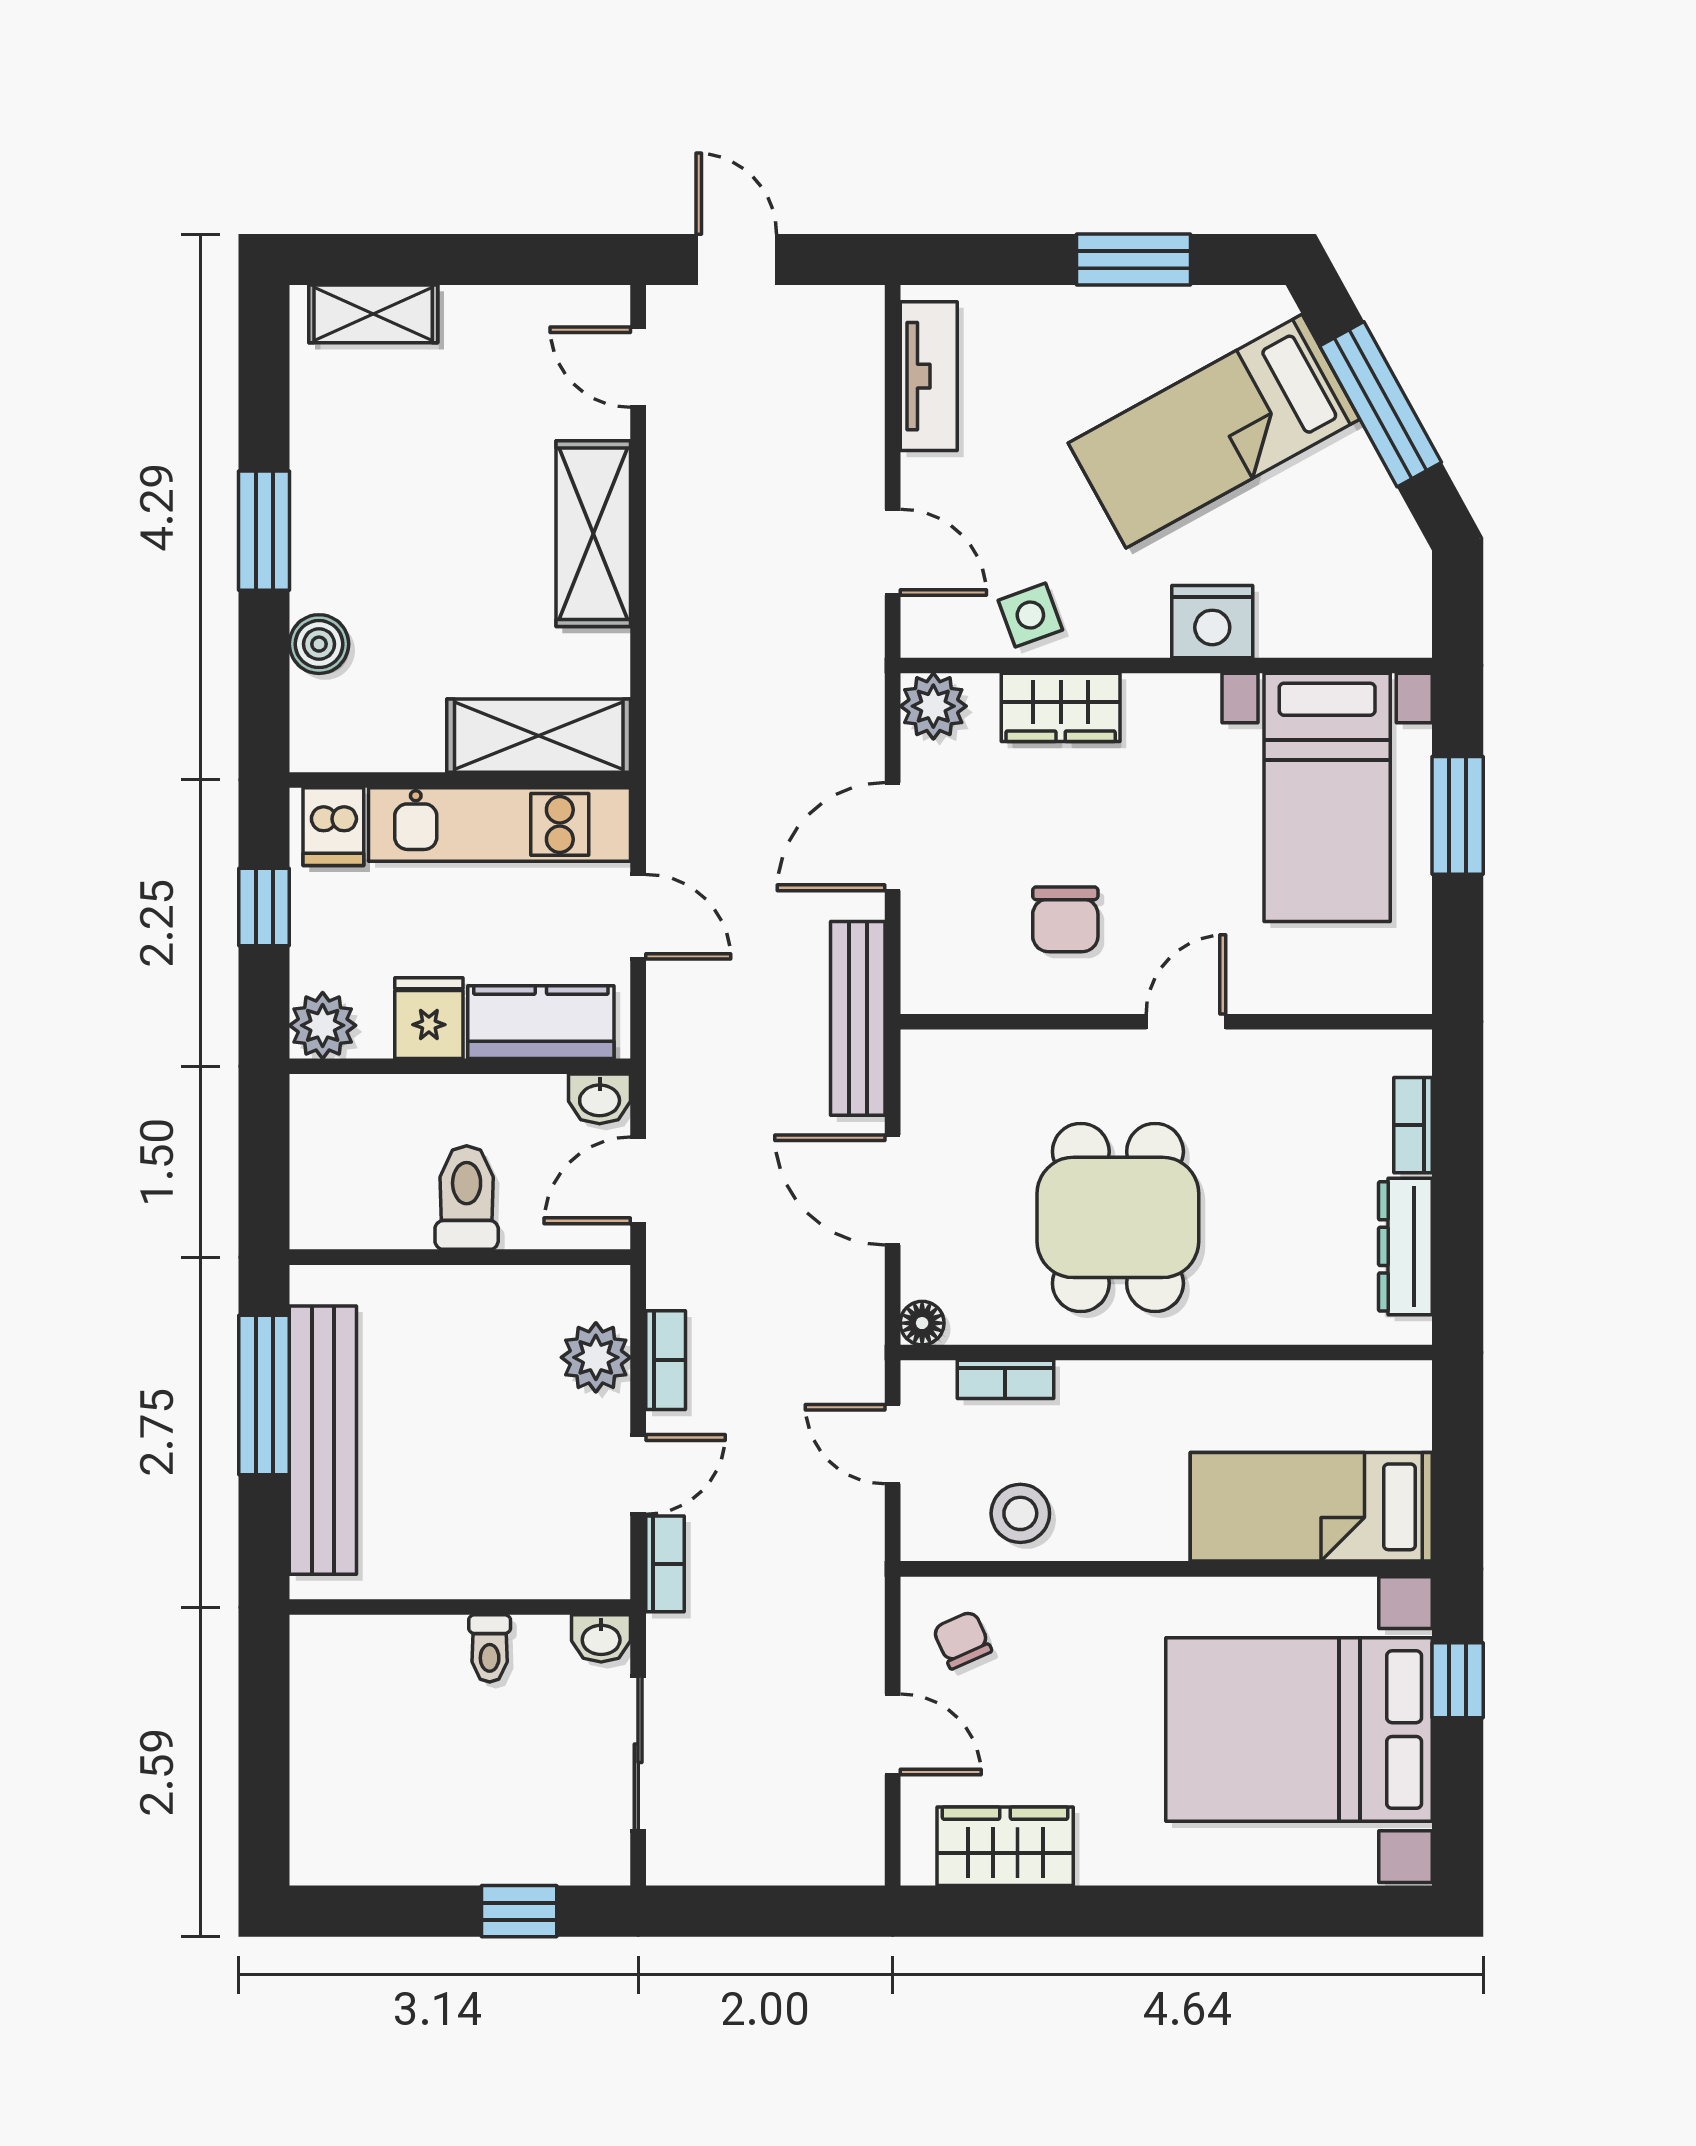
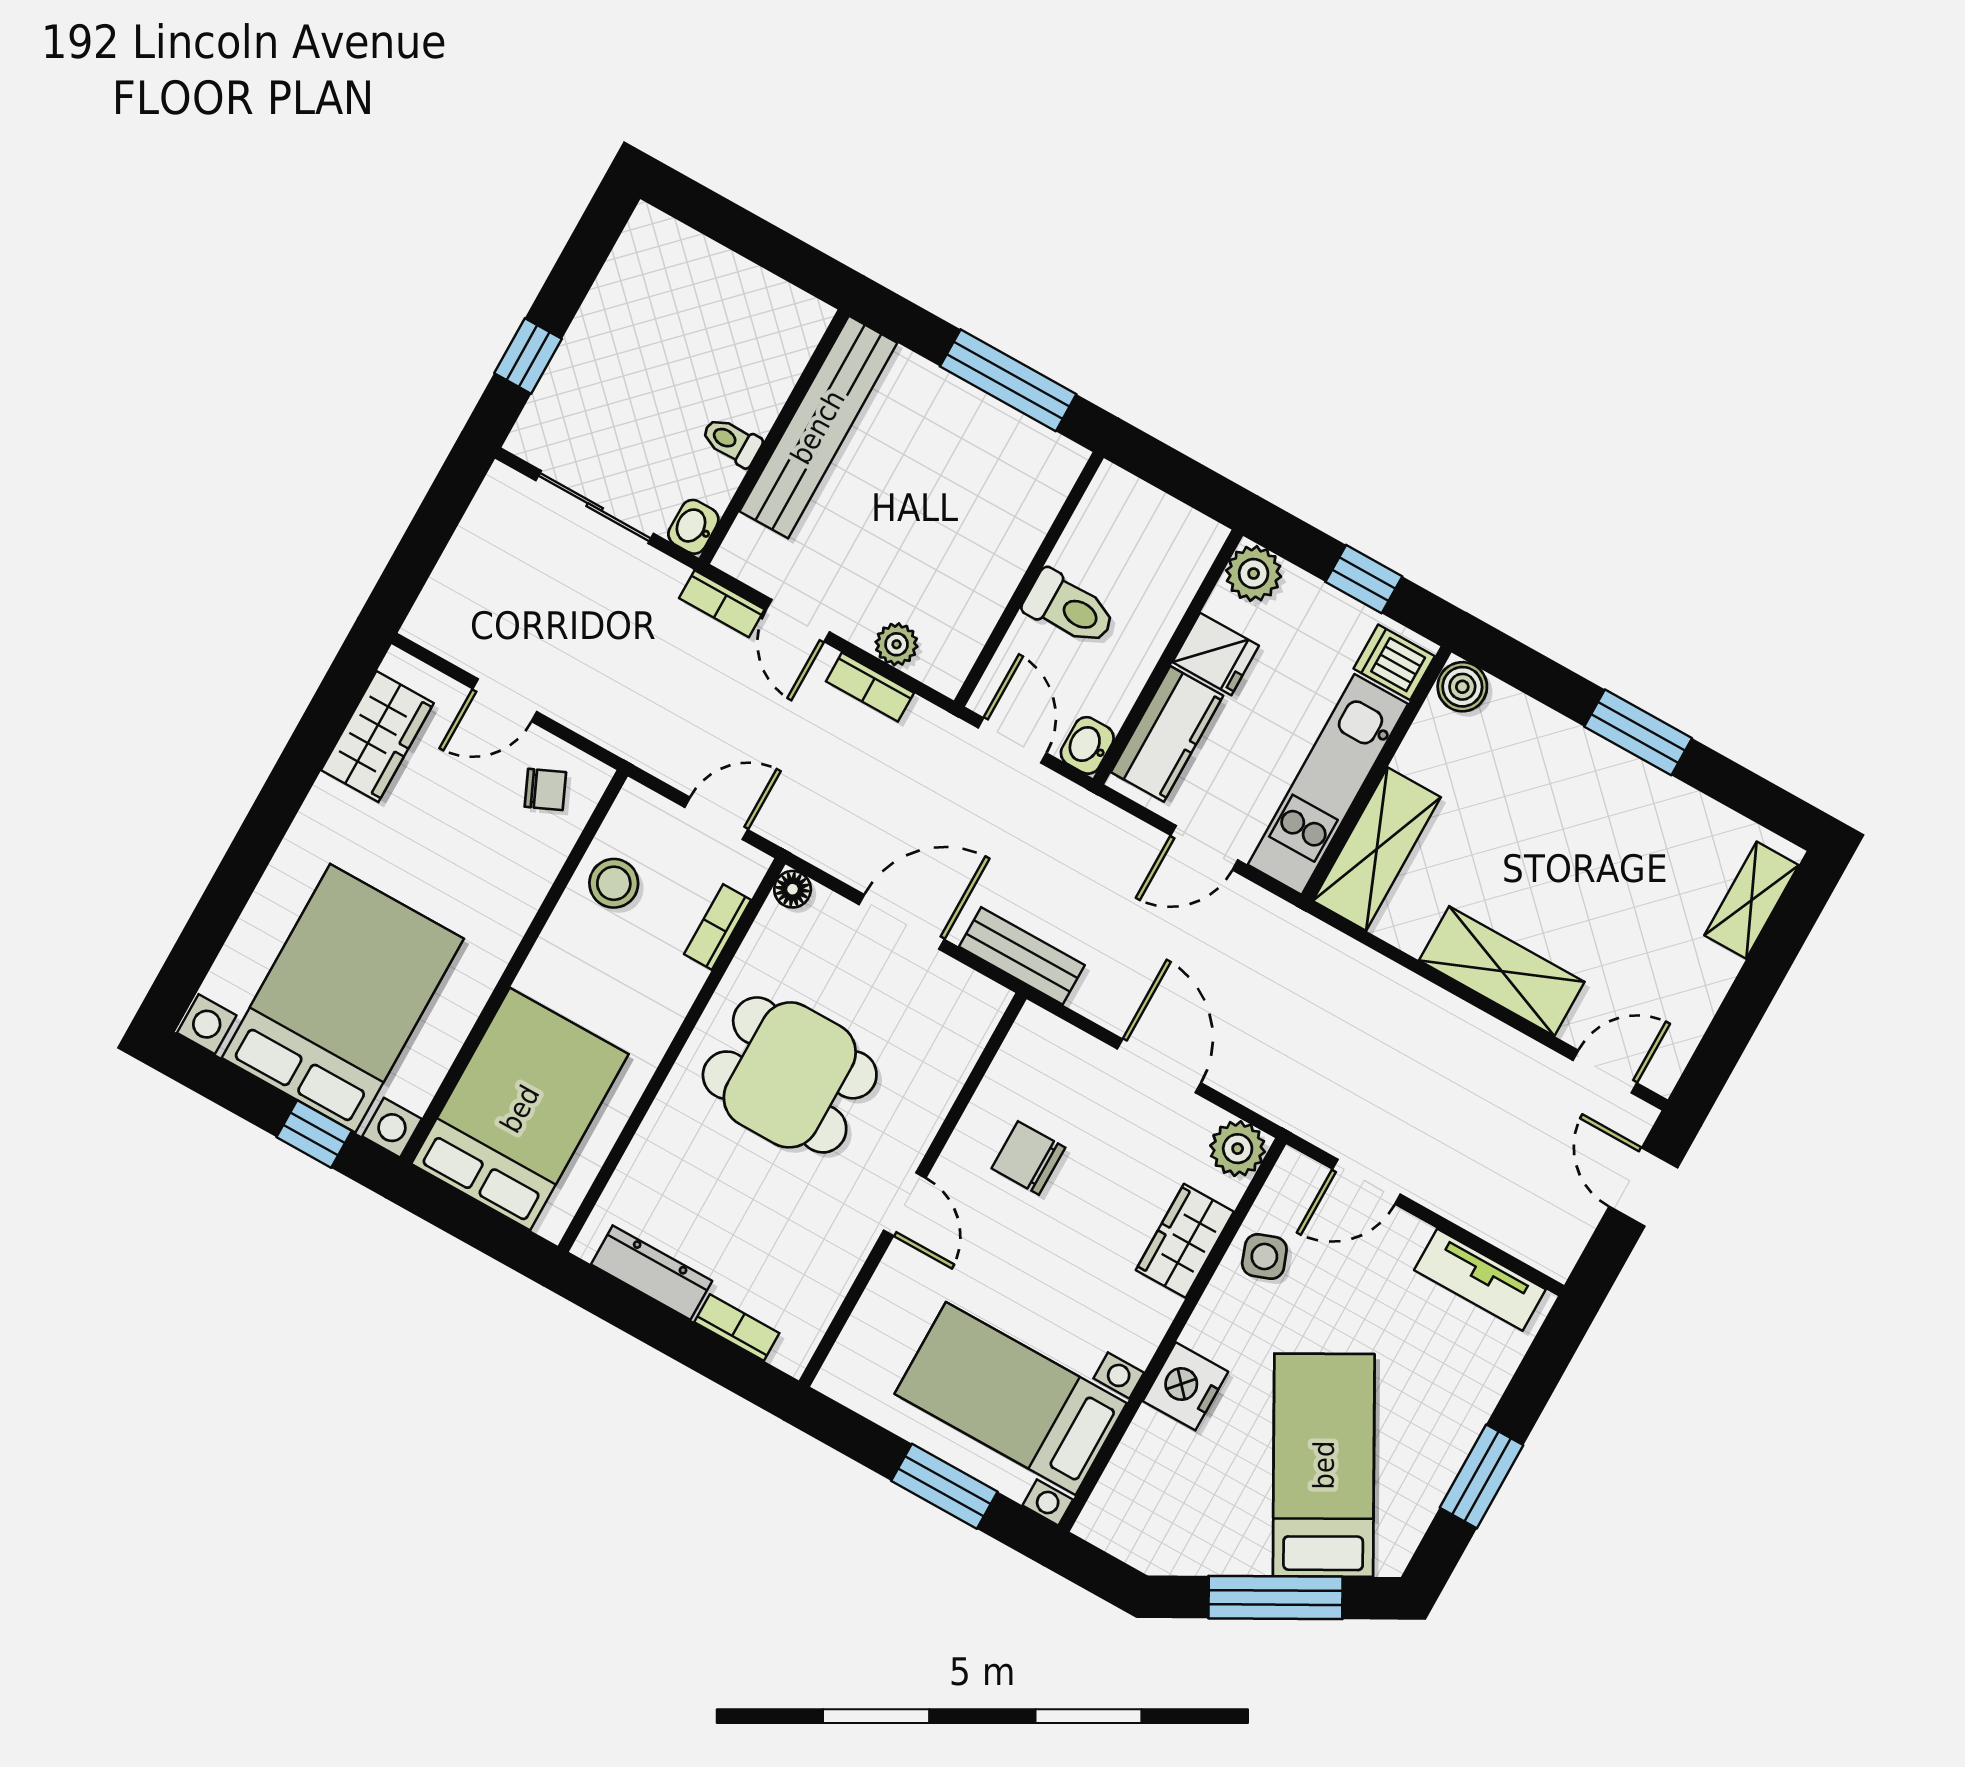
door: (736, 260) -> (1643, 1187), swing flipped
boiler: (319, 644) -> (1462, 687), moved
bench: (858, 1018) -> (1022, 956), width x0.73
plant: (596, 1357) -> (897, 644), width x0.73, depth x0.73
bench: (323, 1440) -> (818, 427), moved, turned 90
bed: (1311, 1507) -> (520, 1109), width x1.50

